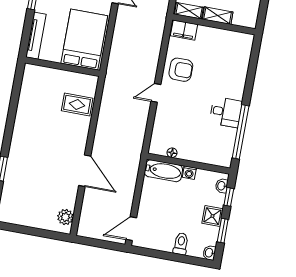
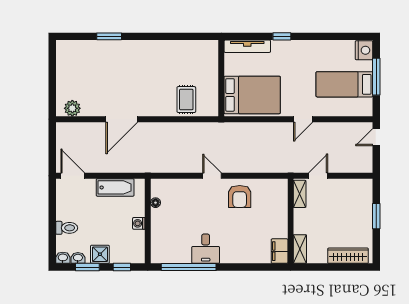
shelving: (218, 16) -> (300, 249), moved
filing cabinet: (184, 30) -> (280, 251), moved
bathtub: (163, 171) -> (115, 187), moved, turned -90
washbasin: (222, 186) -> (78, 258), moved

